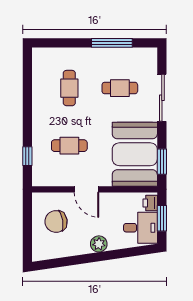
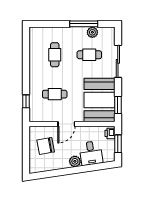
plant: (124, 55) -> (92, 32), added
door: (86, 189) -> (66, 124), hinge flipped
desk: (140, 228) -> (91, 153), moved, turned 82

